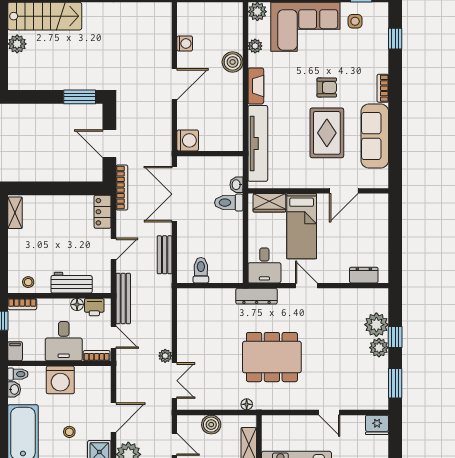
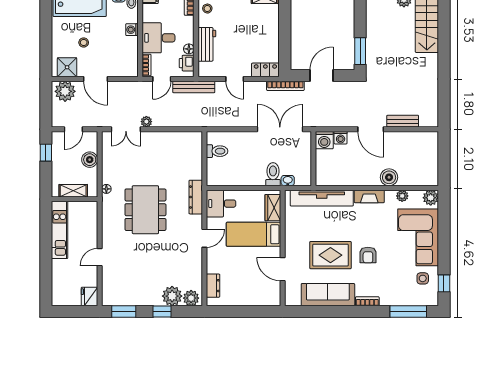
window: (395, 39) -> (408, 312), width x2.17
washing machine: (185, 43) -> (341, 138), moved
bench: (165, 255) -> (403, 121), moved
plant: (379, 348) -> (191, 298), moved
washing machine: (60, 380) -> (132, 30), width x0.53, depth x0.53

